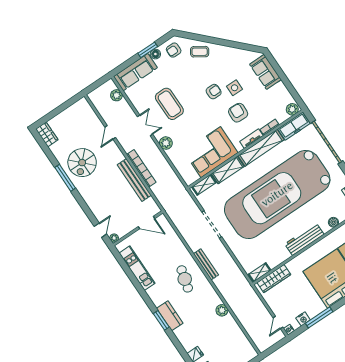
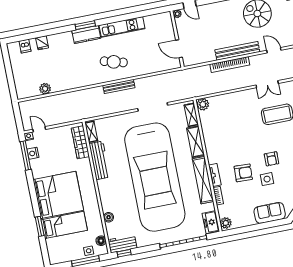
freezer: (294, 126) -> (211, 222), width x0.71
plant: (166, 143) -> (203, 104), moved
corner sofa: (211, 152) -> (218, 133), removed
bench: (134, 180) -> (237, 51), moved
car: (277, 194) -> (155, 177), turned 180
door: (147, 223) -> (179, 49), hinge flipped
workbench: (304, 239) -> (99, 160), moved
kitchen unit: (137, 268) -> (122, 27), moved
plant: (222, 310) -> (45, 89), moved
window: (319, 317) -> (26, 155), moved

